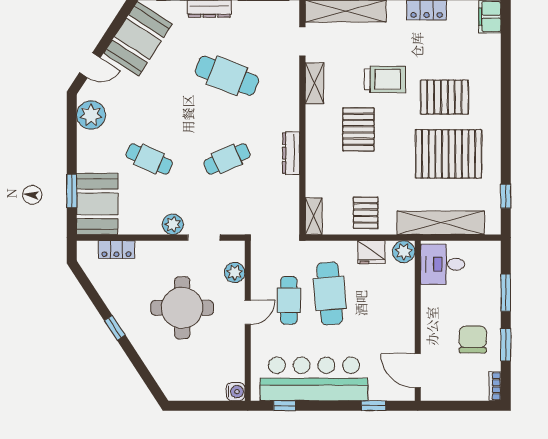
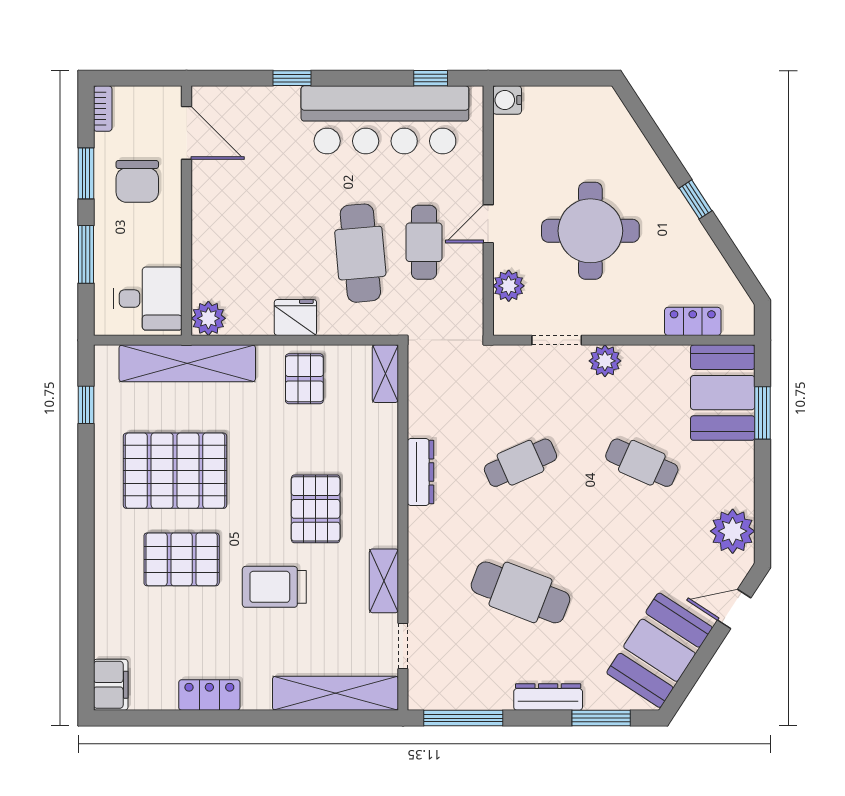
plant: (404, 252) -> (208, 318), moved
desk: (443, 264) -> (148, 299), moved
wall: (418, 321) -> (187, 211), moved
door: (418, 371) -> (187, 133), moved

